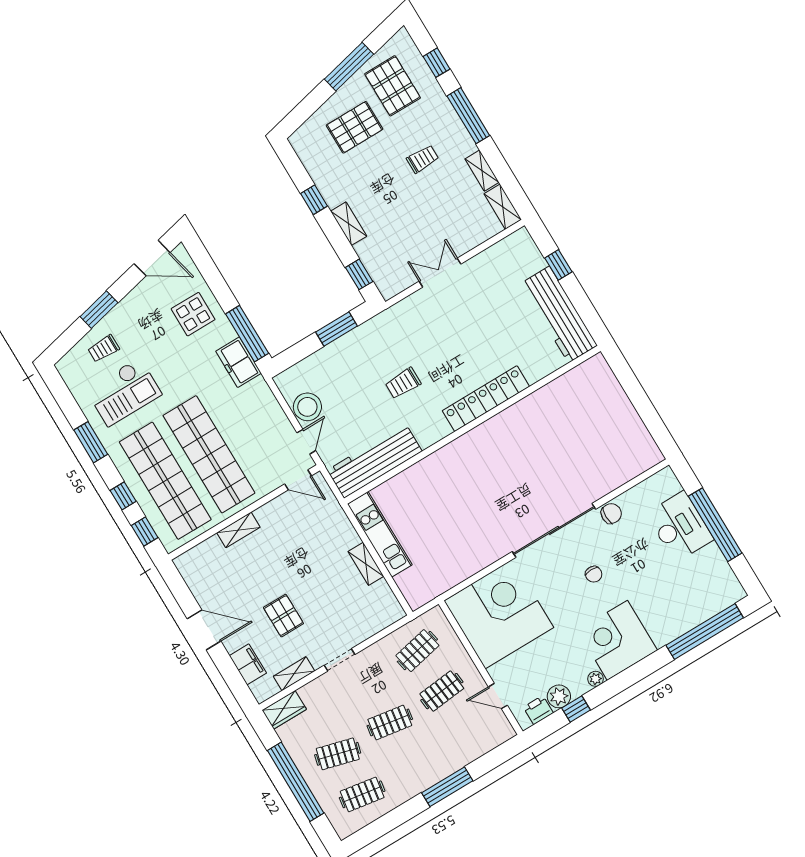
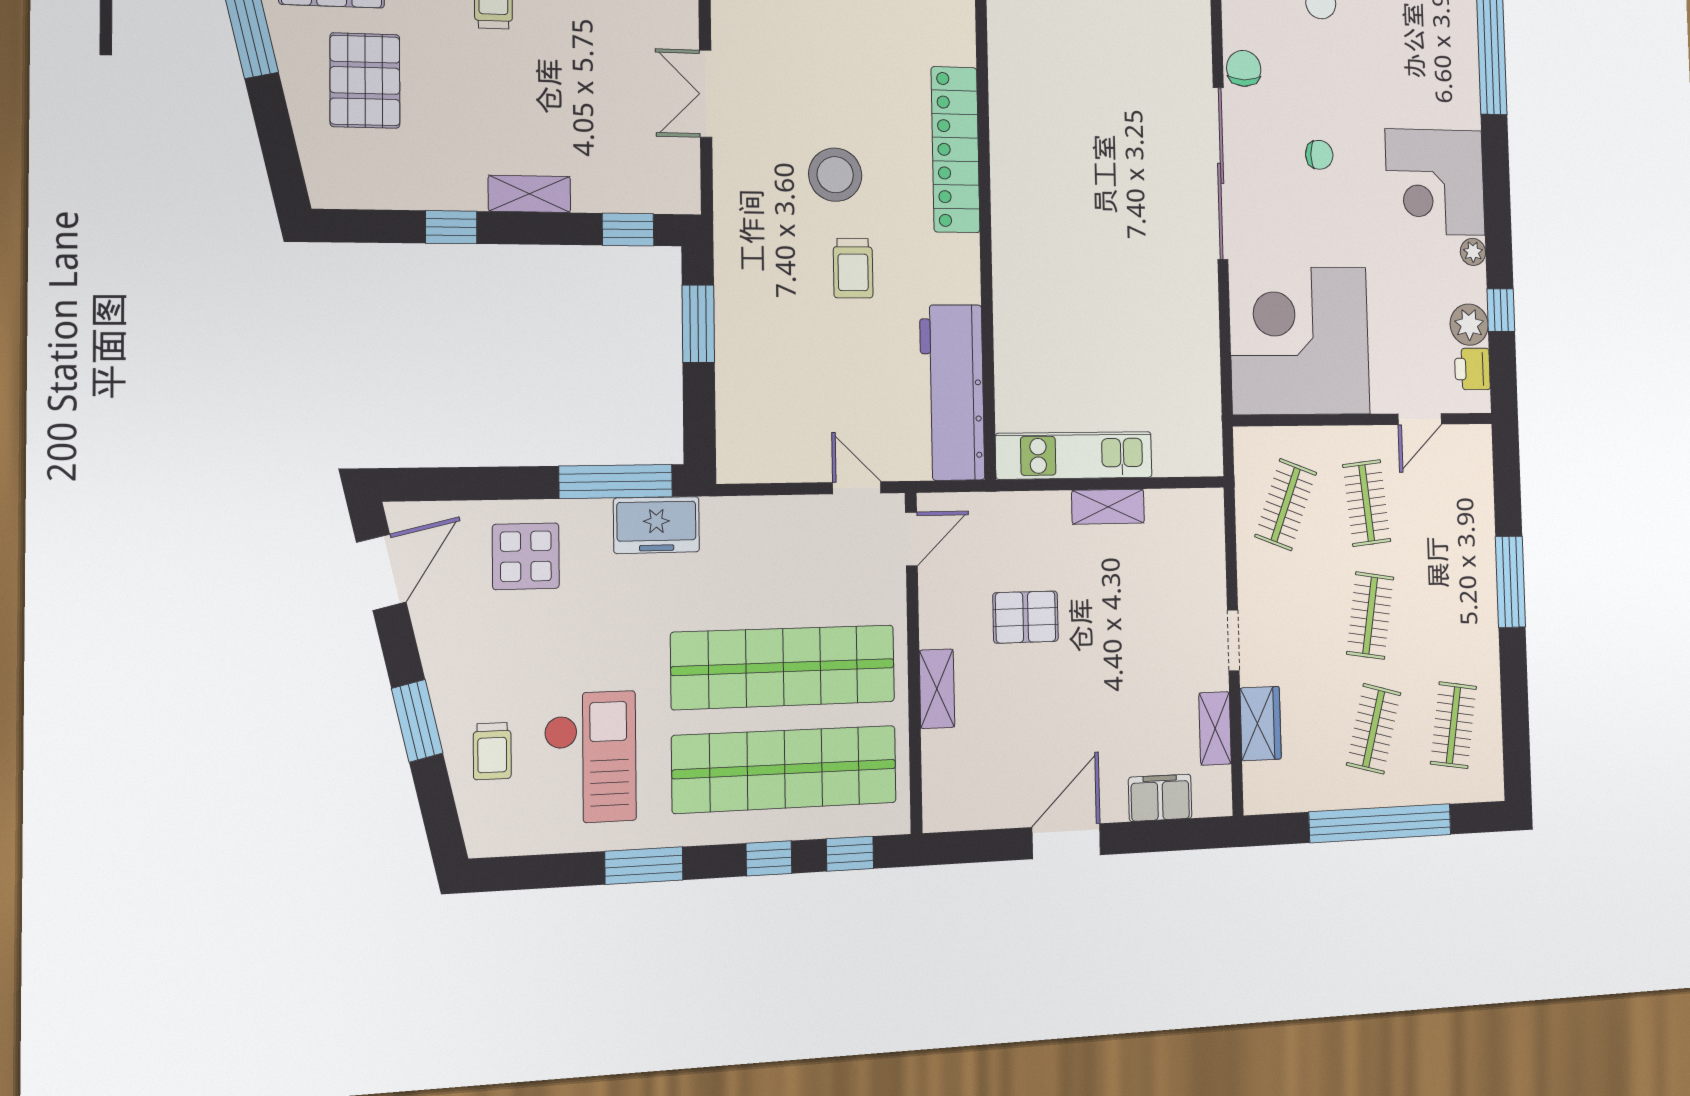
stool: (307, 407) -> (835, 175), moved
pallet: (283, 616) -> (1026, 617), moved
clothes rail: (417, 651) -> (1286, 505), turned 33
wardrobe: (284, 710) -> (1261, 723), moved

